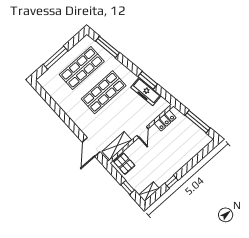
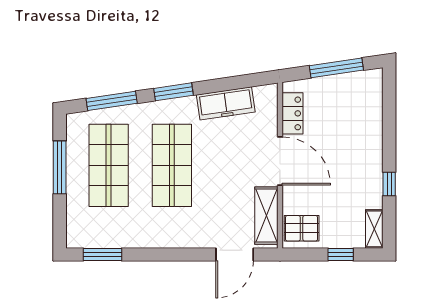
window: (56, 58) -> (60, 167), moved
window: (148, 80) -> (173, 92), moved
window: (46, 96) -> (102, 254), added
door: (143, 132) -> (280, 161), width x1.88
door: (91, 147) -> (235, 254), hinge flipped

